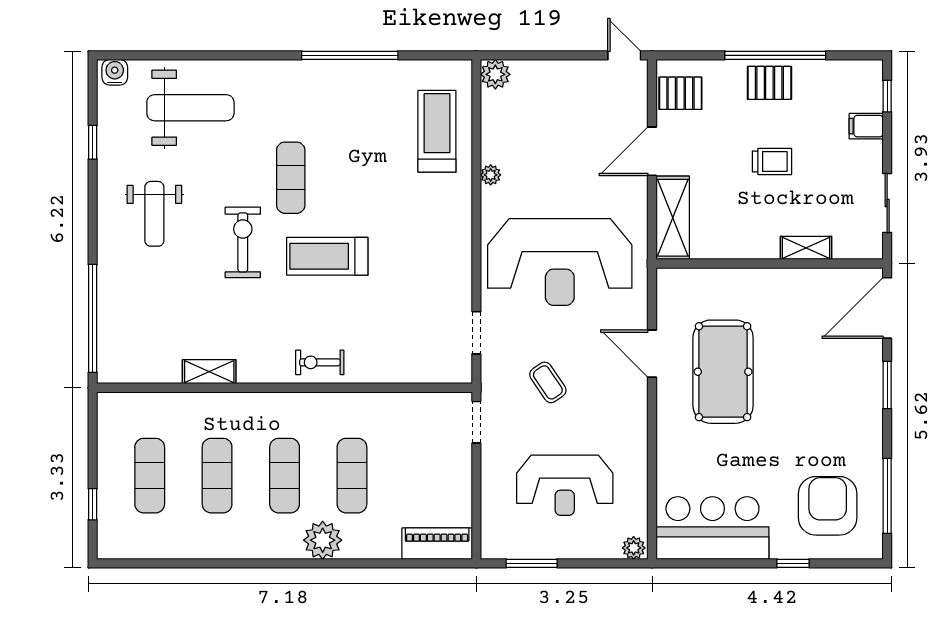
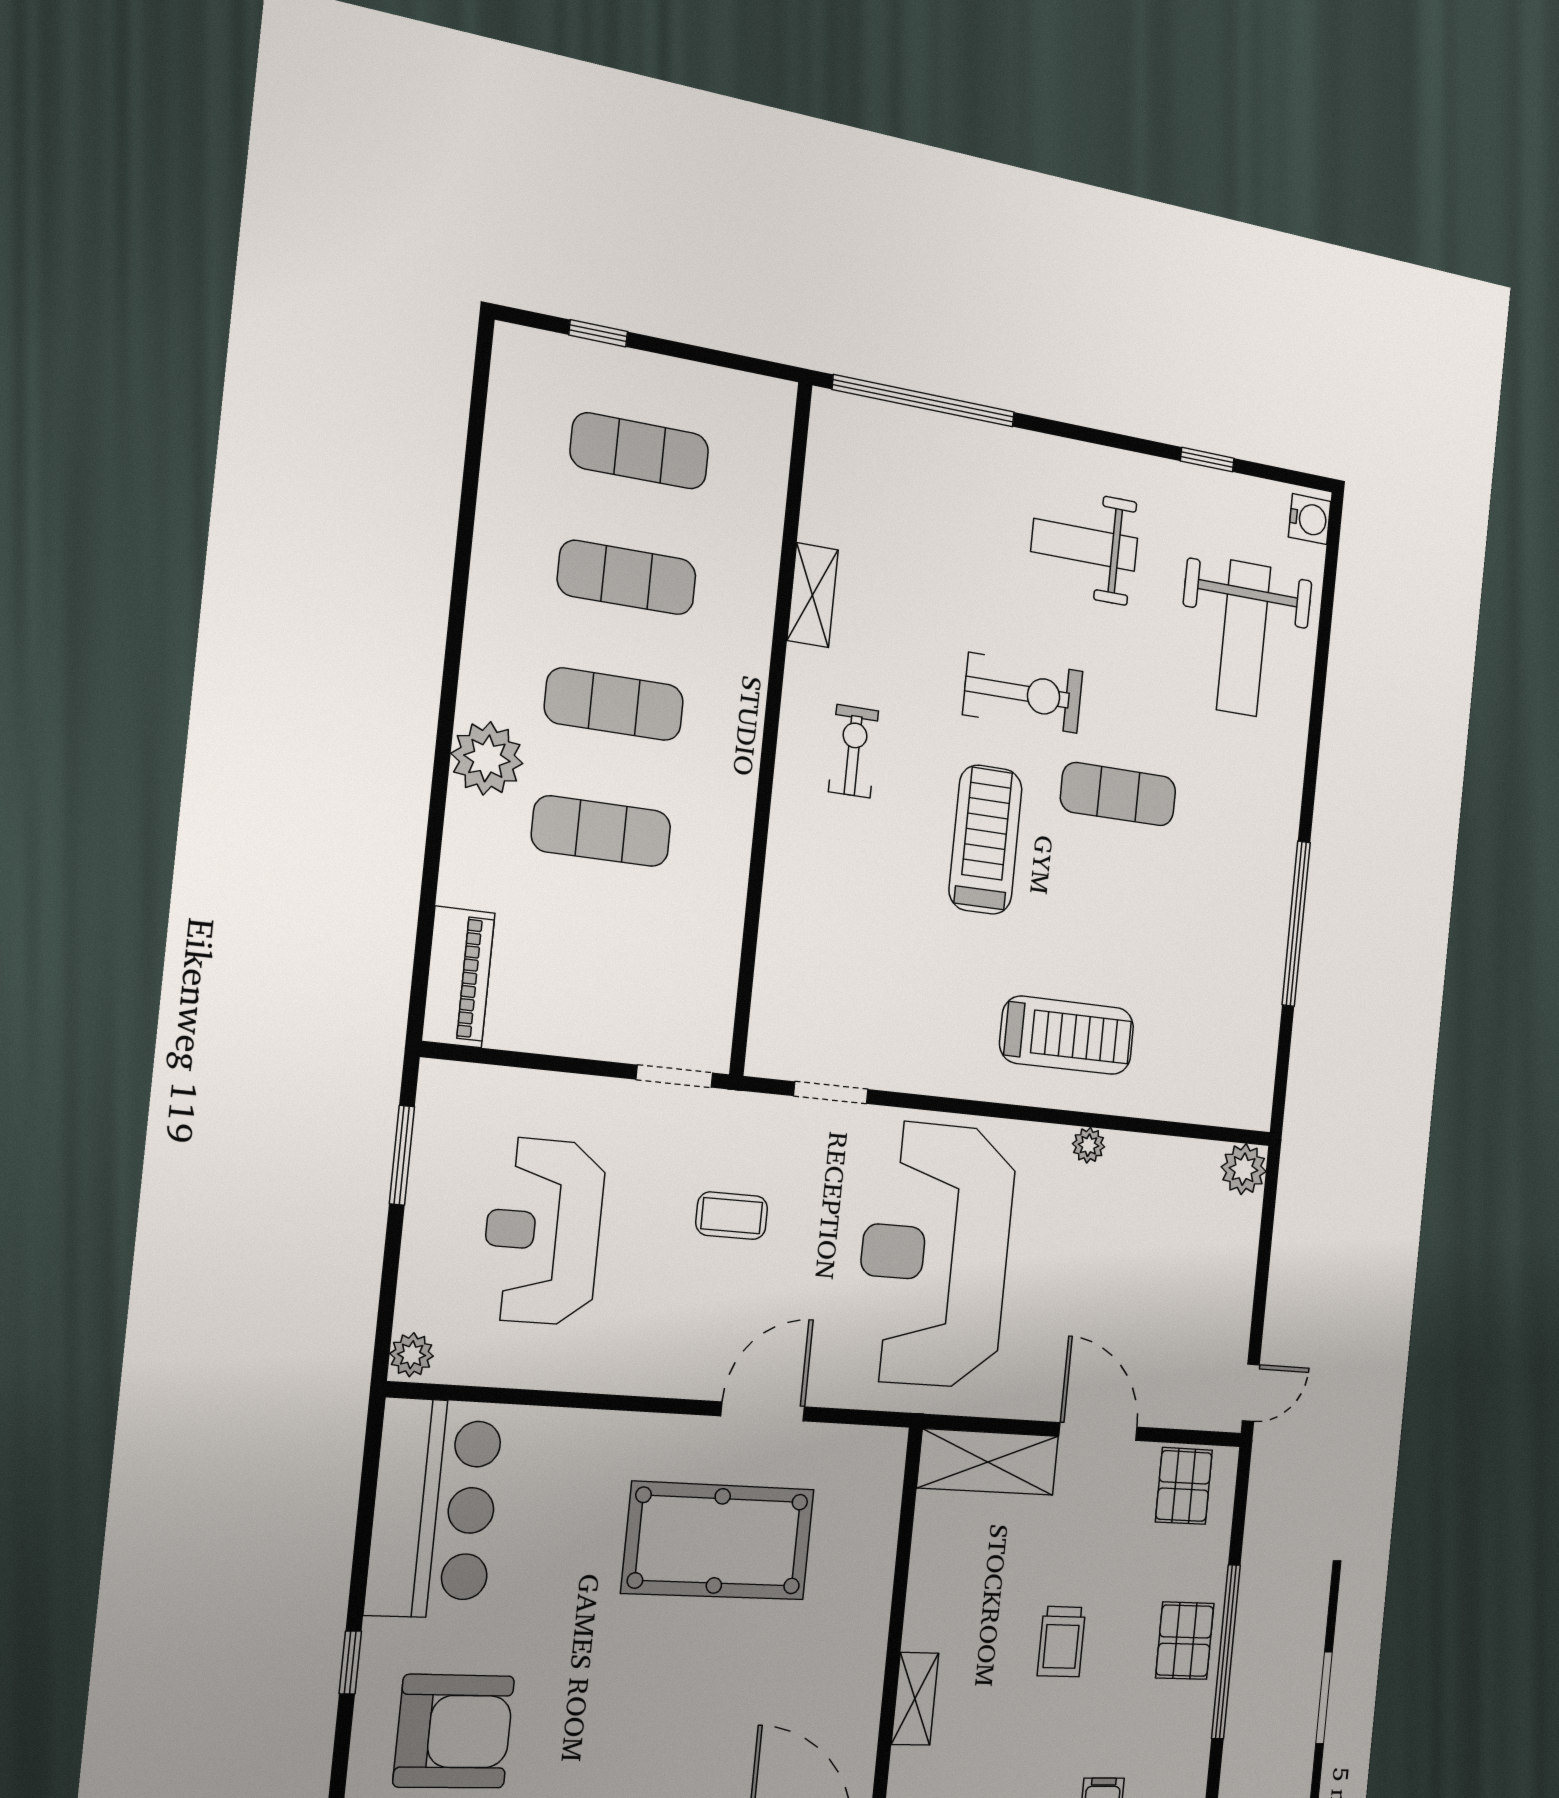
treadmill: (437, 131) -> (1067, 1035), moved
exercise bike: (320, 362) -> (853, 751), moved
coffee table: (548, 382) -> (732, 1216), turned 34

